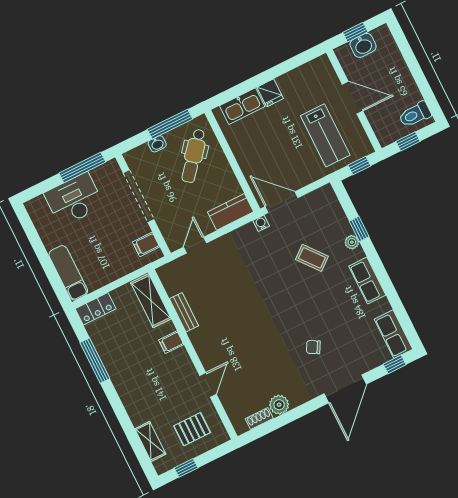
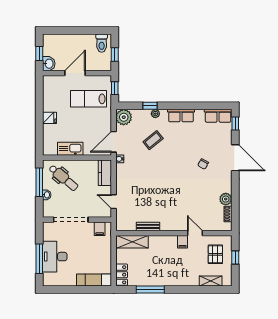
washbasin: (363, 45) -> (49, 64), moved
kitchen sink: (242, 106) -> (70, 149), moved, turned -90
lab bench: (325, 135) -> (88, 99), turned 180
window: (82, 168) -> (39, 259), moved
plant: (324, 199) -> (124, 117), added
filing cabinet: (171, 342) -> (183, 242), moved
window: (186, 468) -> (235, 258), moved

